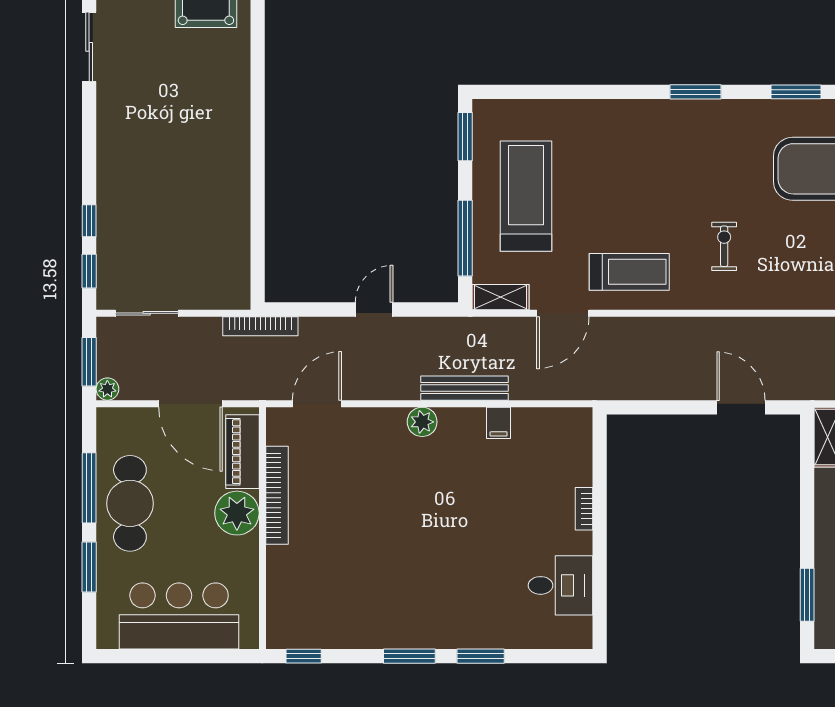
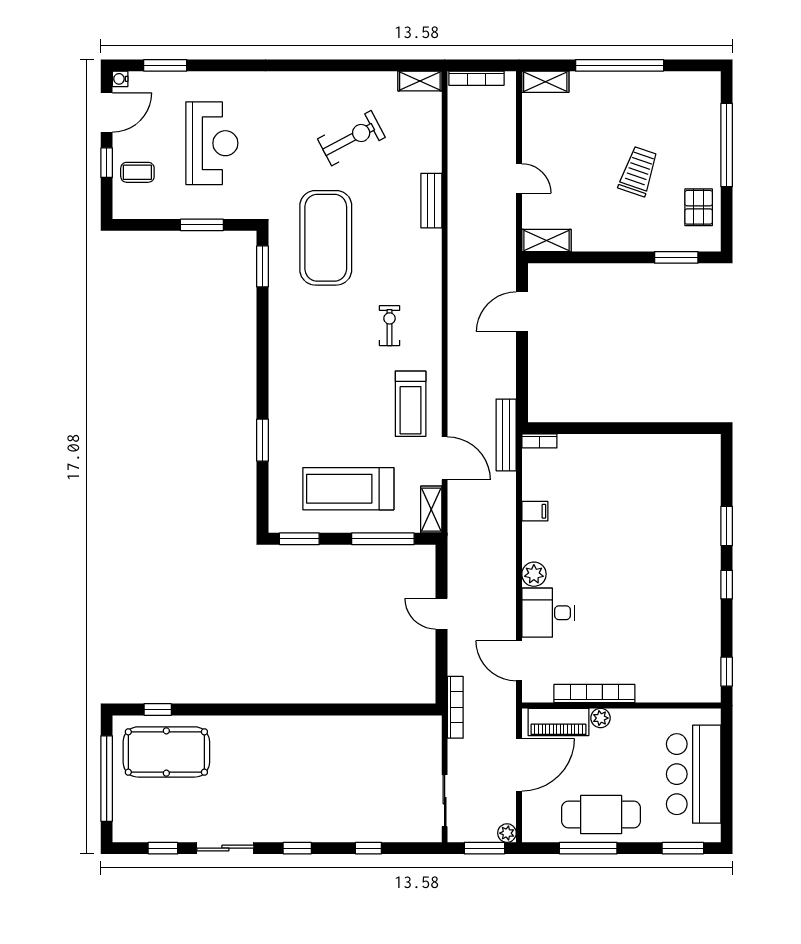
window: (696, 92) -> (262, 440), moved
exercise bike: (724, 246) -> (390, 326), turned 90
window: (89, 271) -> (297, 848), moved
treadmill: (629, 272) -> (411, 404), turned 180
bench: (465, 388) -> (506, 435), moved
bookcase: (584, 509) -> (539, 441), moved
plant: (237, 513) -> (601, 718), width x0.53, depth x0.53
window: (89, 567) -> (683, 848), moved
desk: (560, 585) -> (548, 613), moved, turned -90
window: (409, 656) -> (727, 585), width x0.67

